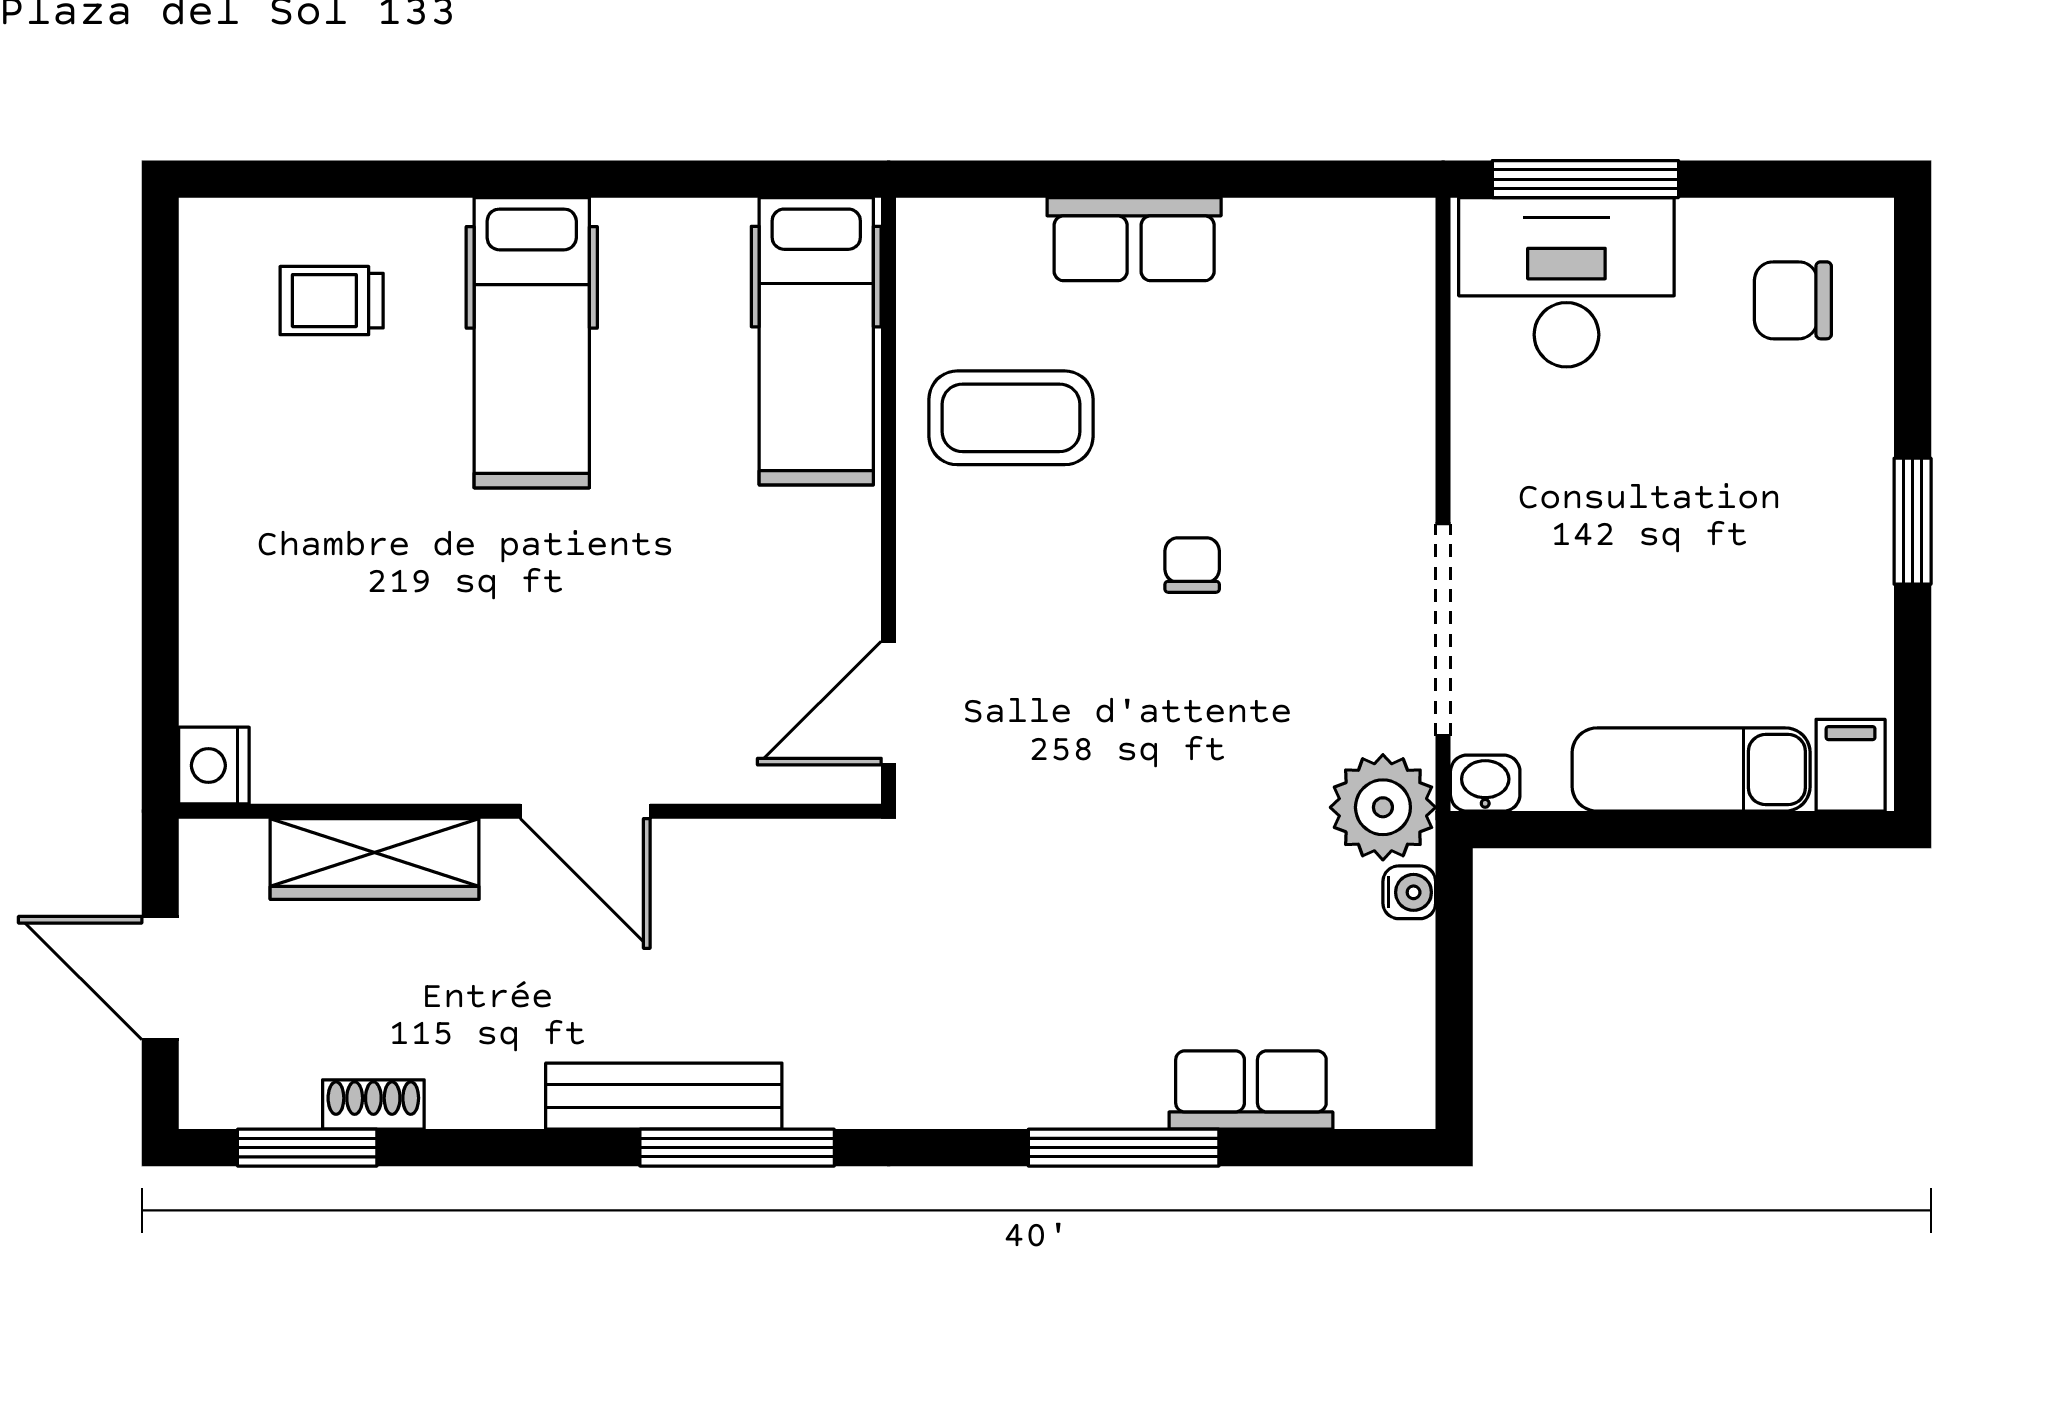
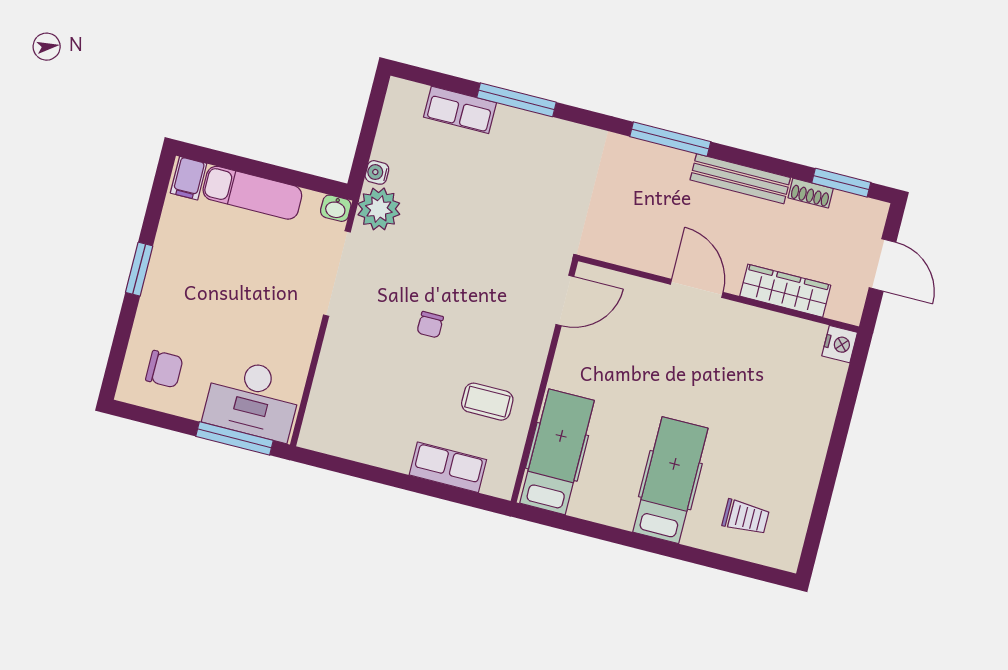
row of seats: (1134, 239) -> (448, 467), moved
coffee table: (1011, 418) -> (487, 402), width x0.73, depth x0.77
bench: (664, 1096) -> (740, 179), moved

